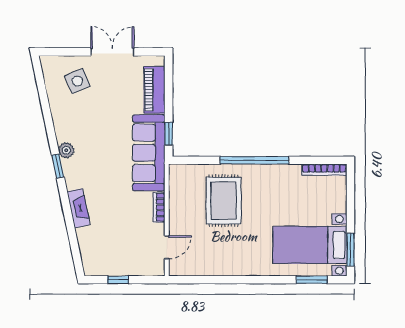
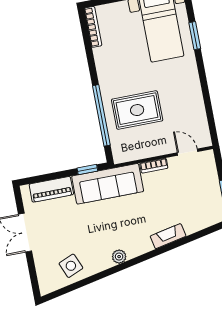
side table: (77, 81) -> (71, 266), moved
window: (255, 160) -> (101, 115), moved
window: (58, 166) -> (134, 261), removed
window: (312, 280) -> (195, 36), moved

